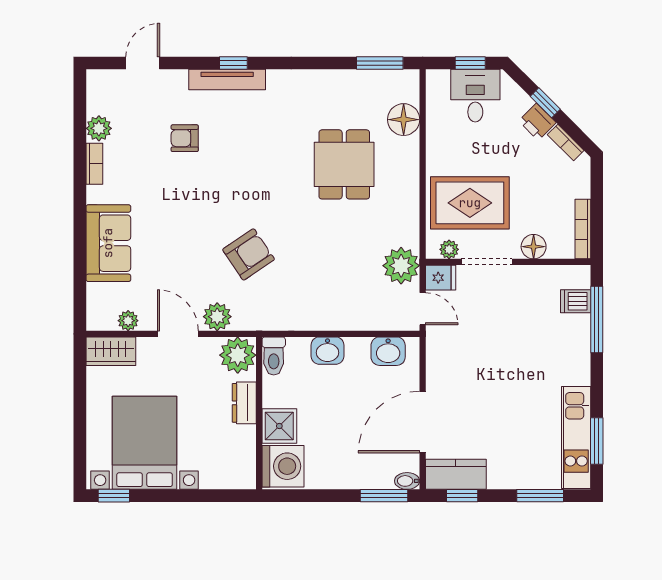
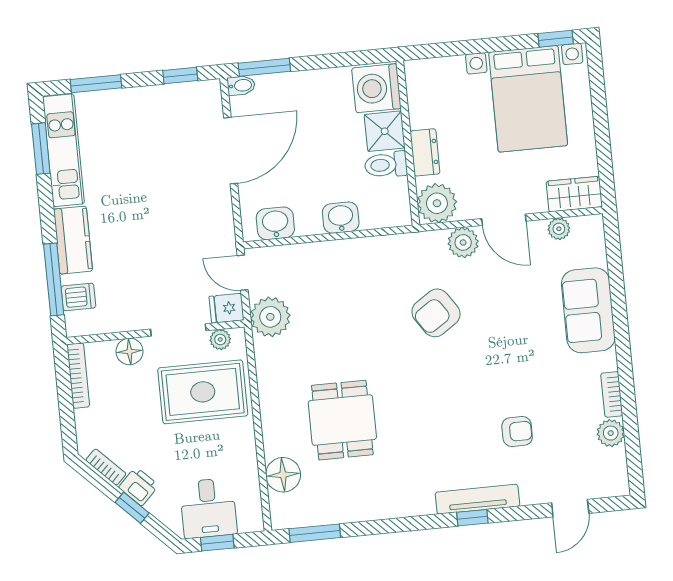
toilet: (274, 356) -> (386, 165), moved, turned -90
kitchen counter: (456, 474) -> (73, 240), moved, turned -90

